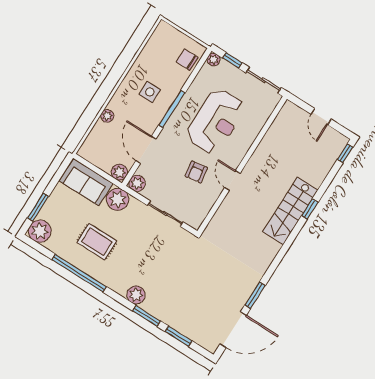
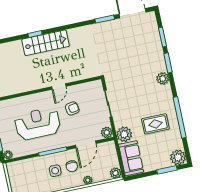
chair: (187, 60) -> (72, 166), moved
plant: (119, 172) -> (116, 173), moved
rug: (97, 242) -> (155, 124), turned 90

